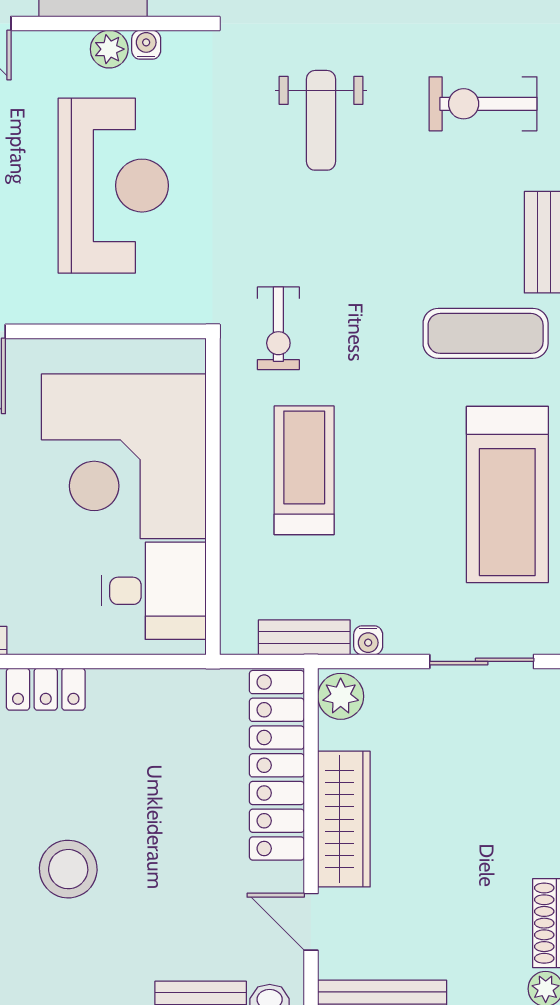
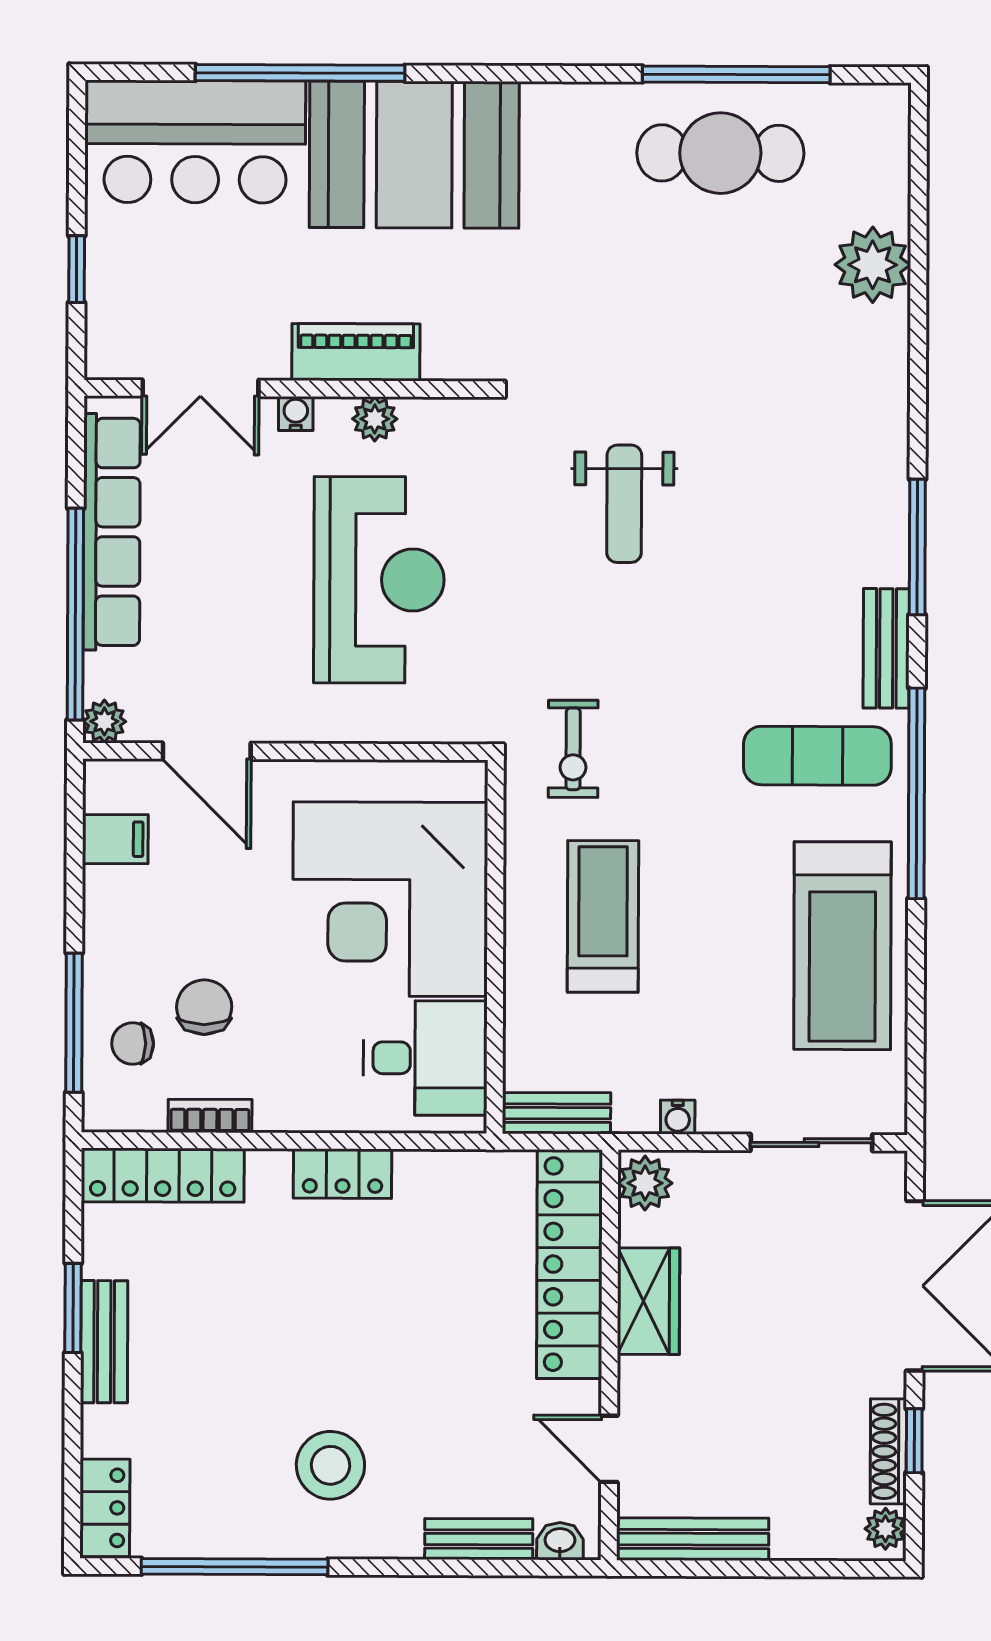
water cooler: (146, 45) -> (296, 413), moved
exercise bike: (483, 104) -> (815, 485), removed
bench: (304, 637) -> (556, 1113), moved
locker: (46, 689) -> (343, 1174), moved
wardrobe: (344, 819) -> (648, 1301), width x0.67
stool: (68, 869) -> (330, 1465), moved

